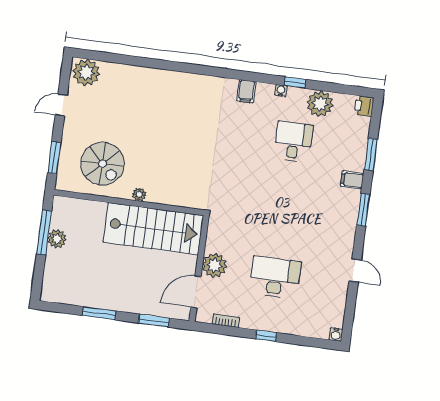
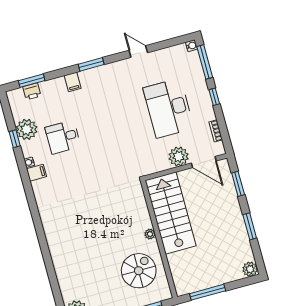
window: (295, 83) -> (15, 139), moved
filing cabinet: (246, 91) -> (36, 173), moved
printer: (364, 106) -> (32, 91), moved
window: (371, 154) -> (32, 81), moved
plant: (57, 239) -> (250, 269), moved
door: (355, 270) -> (138, 51), hinge flipped
desk: (275, 278) -> (169, 108), width x1.36, depth x1.30
window: (311, 342) -> (205, 62), added

